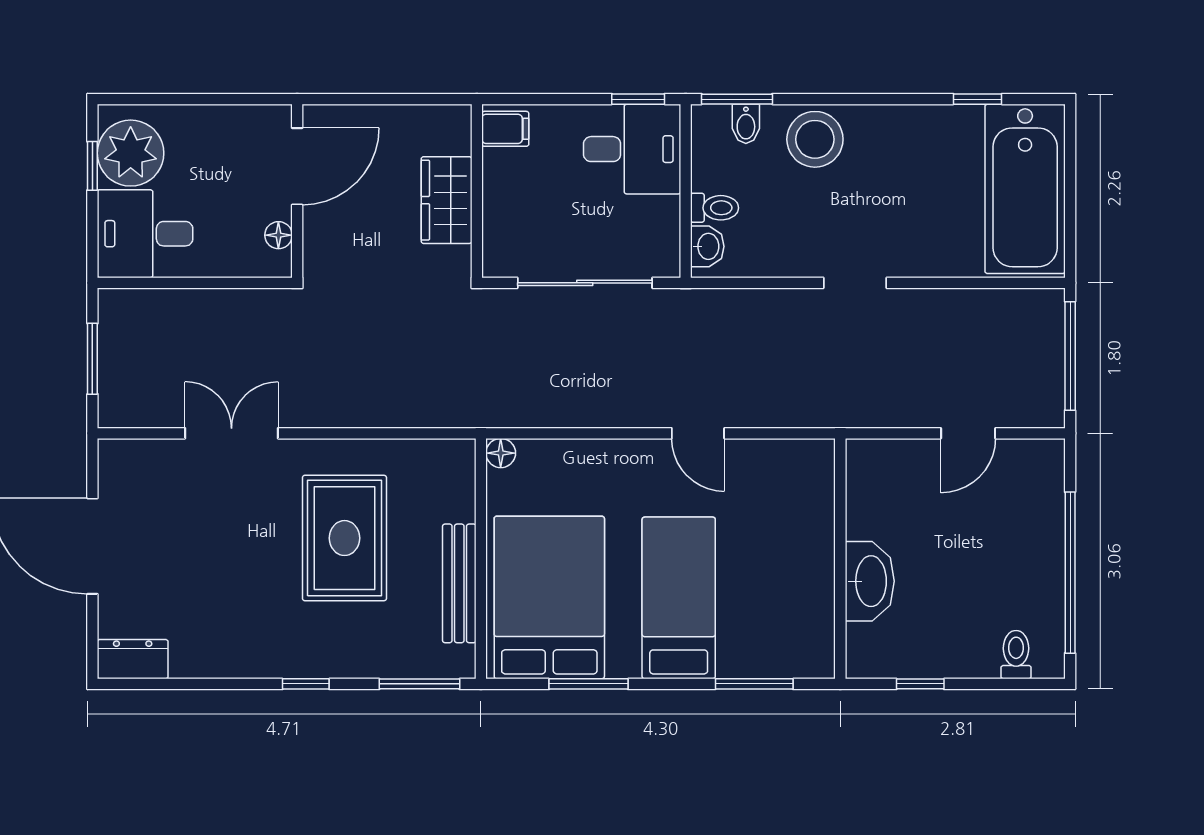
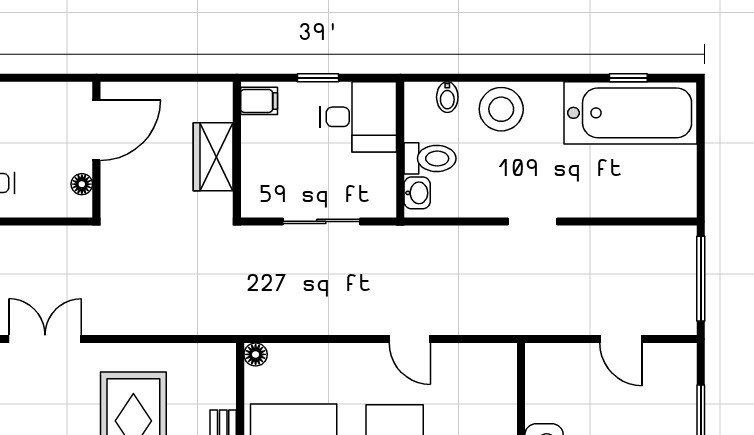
window: (638, 99) -> (318, 78), moved
window: (737, 99) -> (440, 78), removed
bathtub: (1025, 189) -> (630, 113), moved, turned -90
toilet: (715, 208) -> (430, 158), width x1.37, depth x1.39
sliding door: (585, 283) -> (321, 221), width x0.73
door: (968, 433) -> (621, 339), hinge flipped

